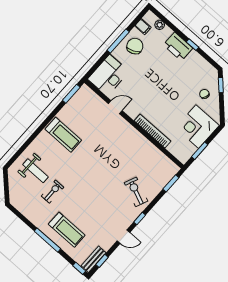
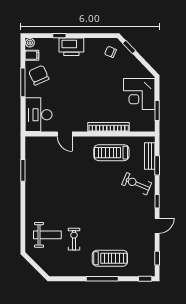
plant: (160, 25) -> (30, 43), moved
window: (193, 45) -> (59, 36), moved
window: (71, 94) -> (23, 170), moved
chair: (204, 94) -> (110, 52), moved
door: (115, 107) -> (65, 134), swing flipped
treadmill: (63, 135) -> (111, 153), moved, turned 180
window: (171, 183) -> (157, 165), moved
bench: (94, 259) -> (150, 156), moved

